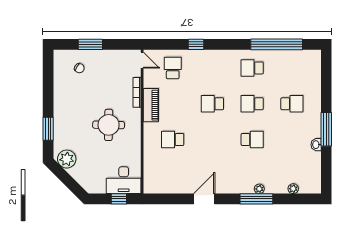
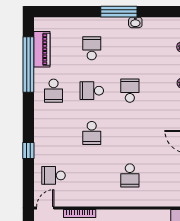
school desk: (252, 104) -> (92, 91), turned 90
piano: (151, 105) -> (42, 49), moved, turned 90

